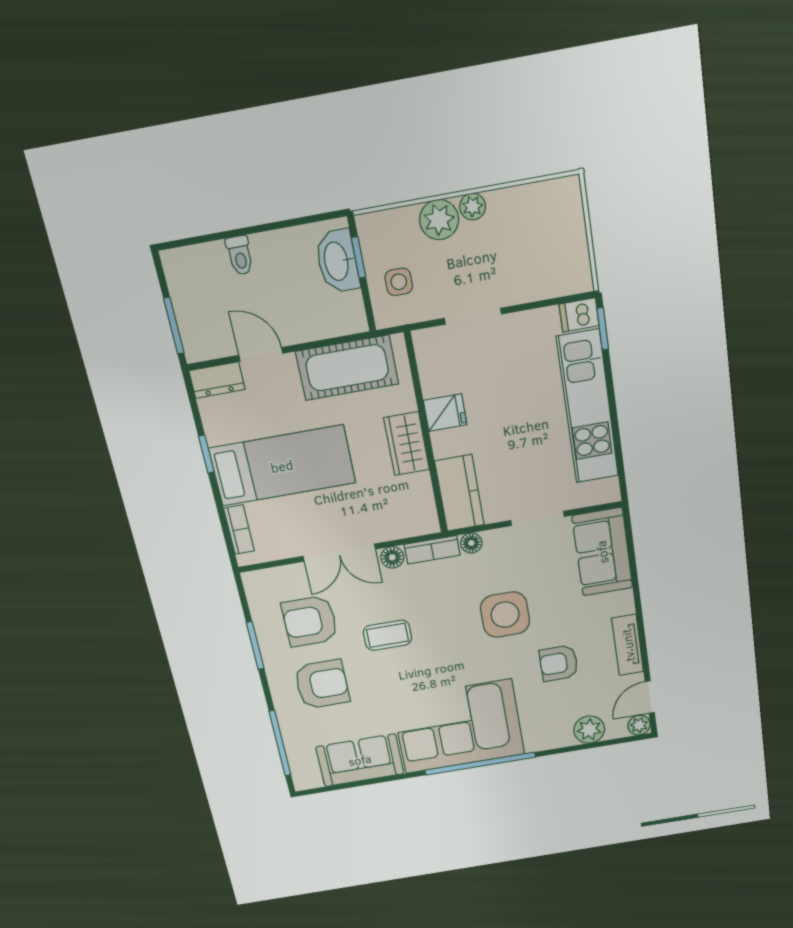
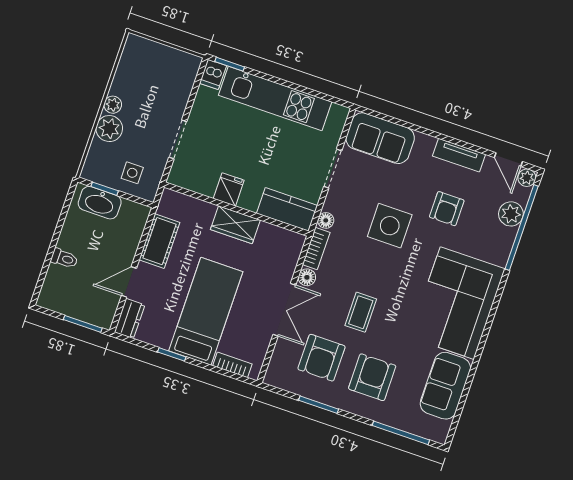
cot: (347, 368) -> (159, 241), width x0.73, depth x0.75
window: (480, 764) -> (522, 228), moved

